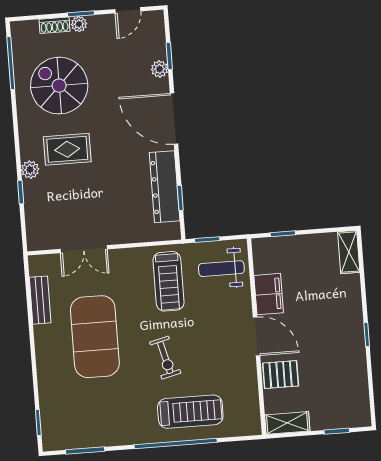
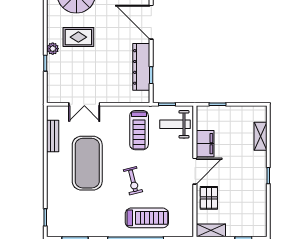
shelving: (349, 252) -> (260, 136), moved
door: (257, 336) -> (195, 171), hinge flipped
pallet: (281, 375) -> (209, 198), turned 90

